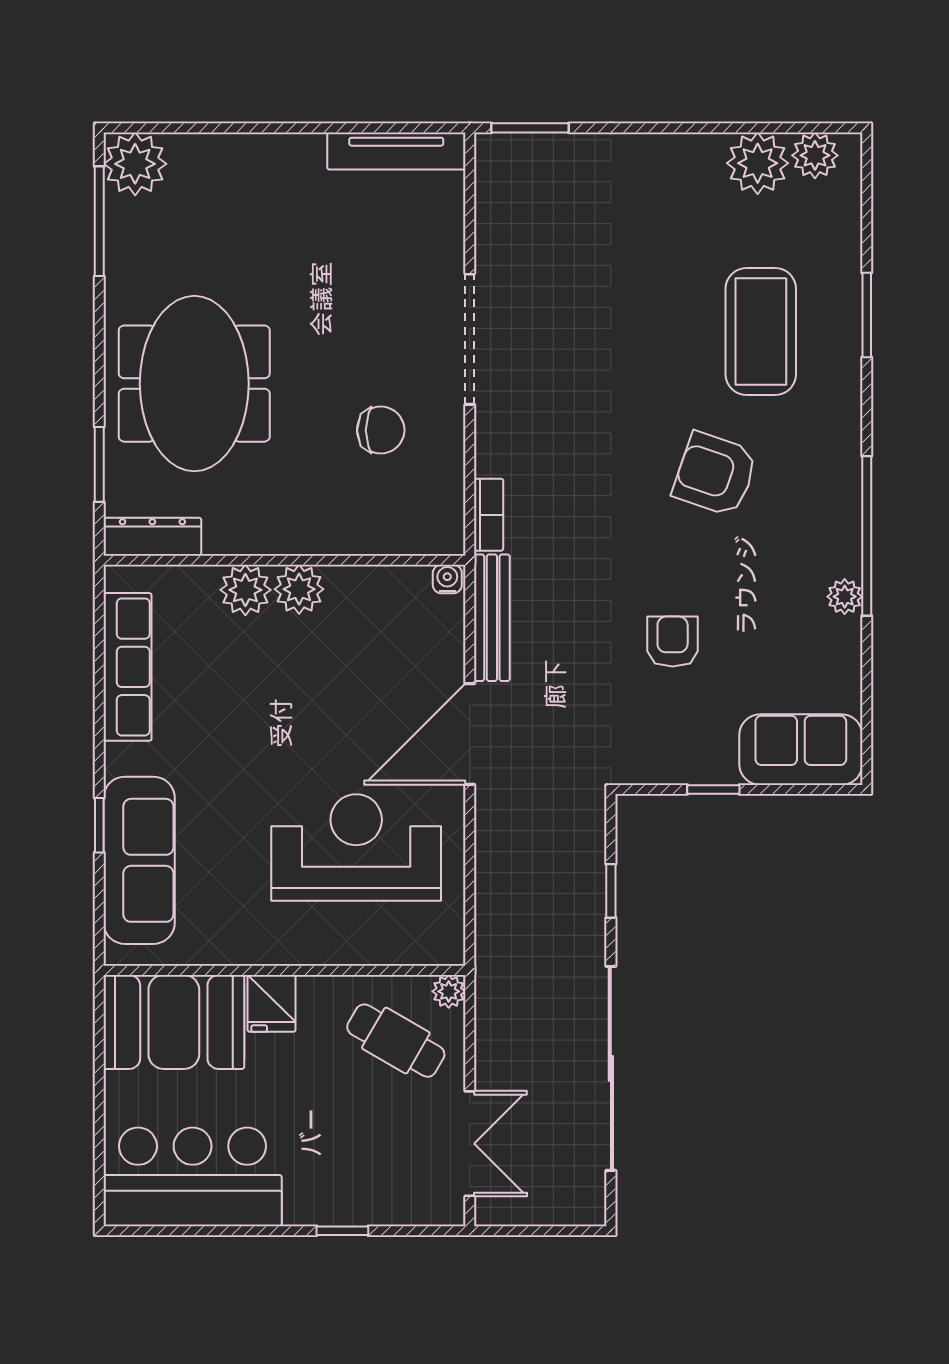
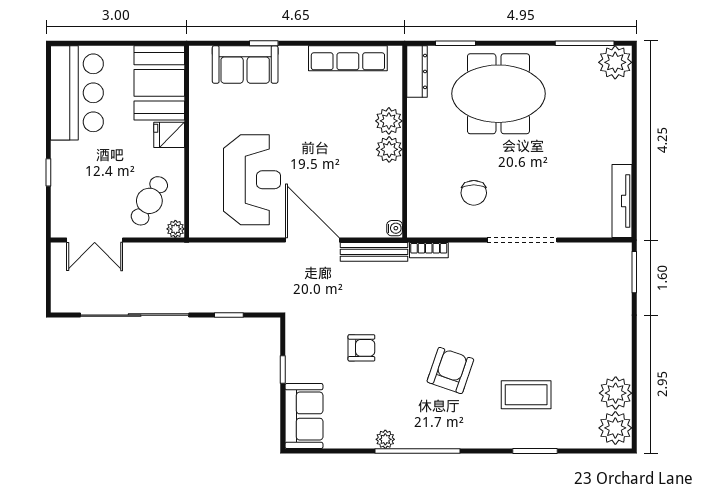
plant: (815, 155) -> (615, 428), width x1.36, depth x1.36
coffee table: (761, 331) -> (526, 395), width x0.73, depth x0.76
sofa: (139, 860) -> (245, 64), width x0.73

